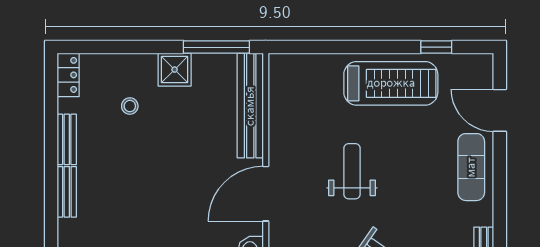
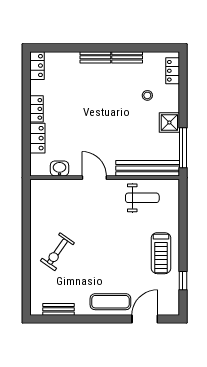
locker: (68, 75) -> (173, 71), moved, turned 90
treadmill: (391, 83) -> (161, 253), width x0.73, depth x0.73
weight bench: (352, 171) -> (142, 198), moved
door: (266, 194) -> (94, 178), width x0.73

